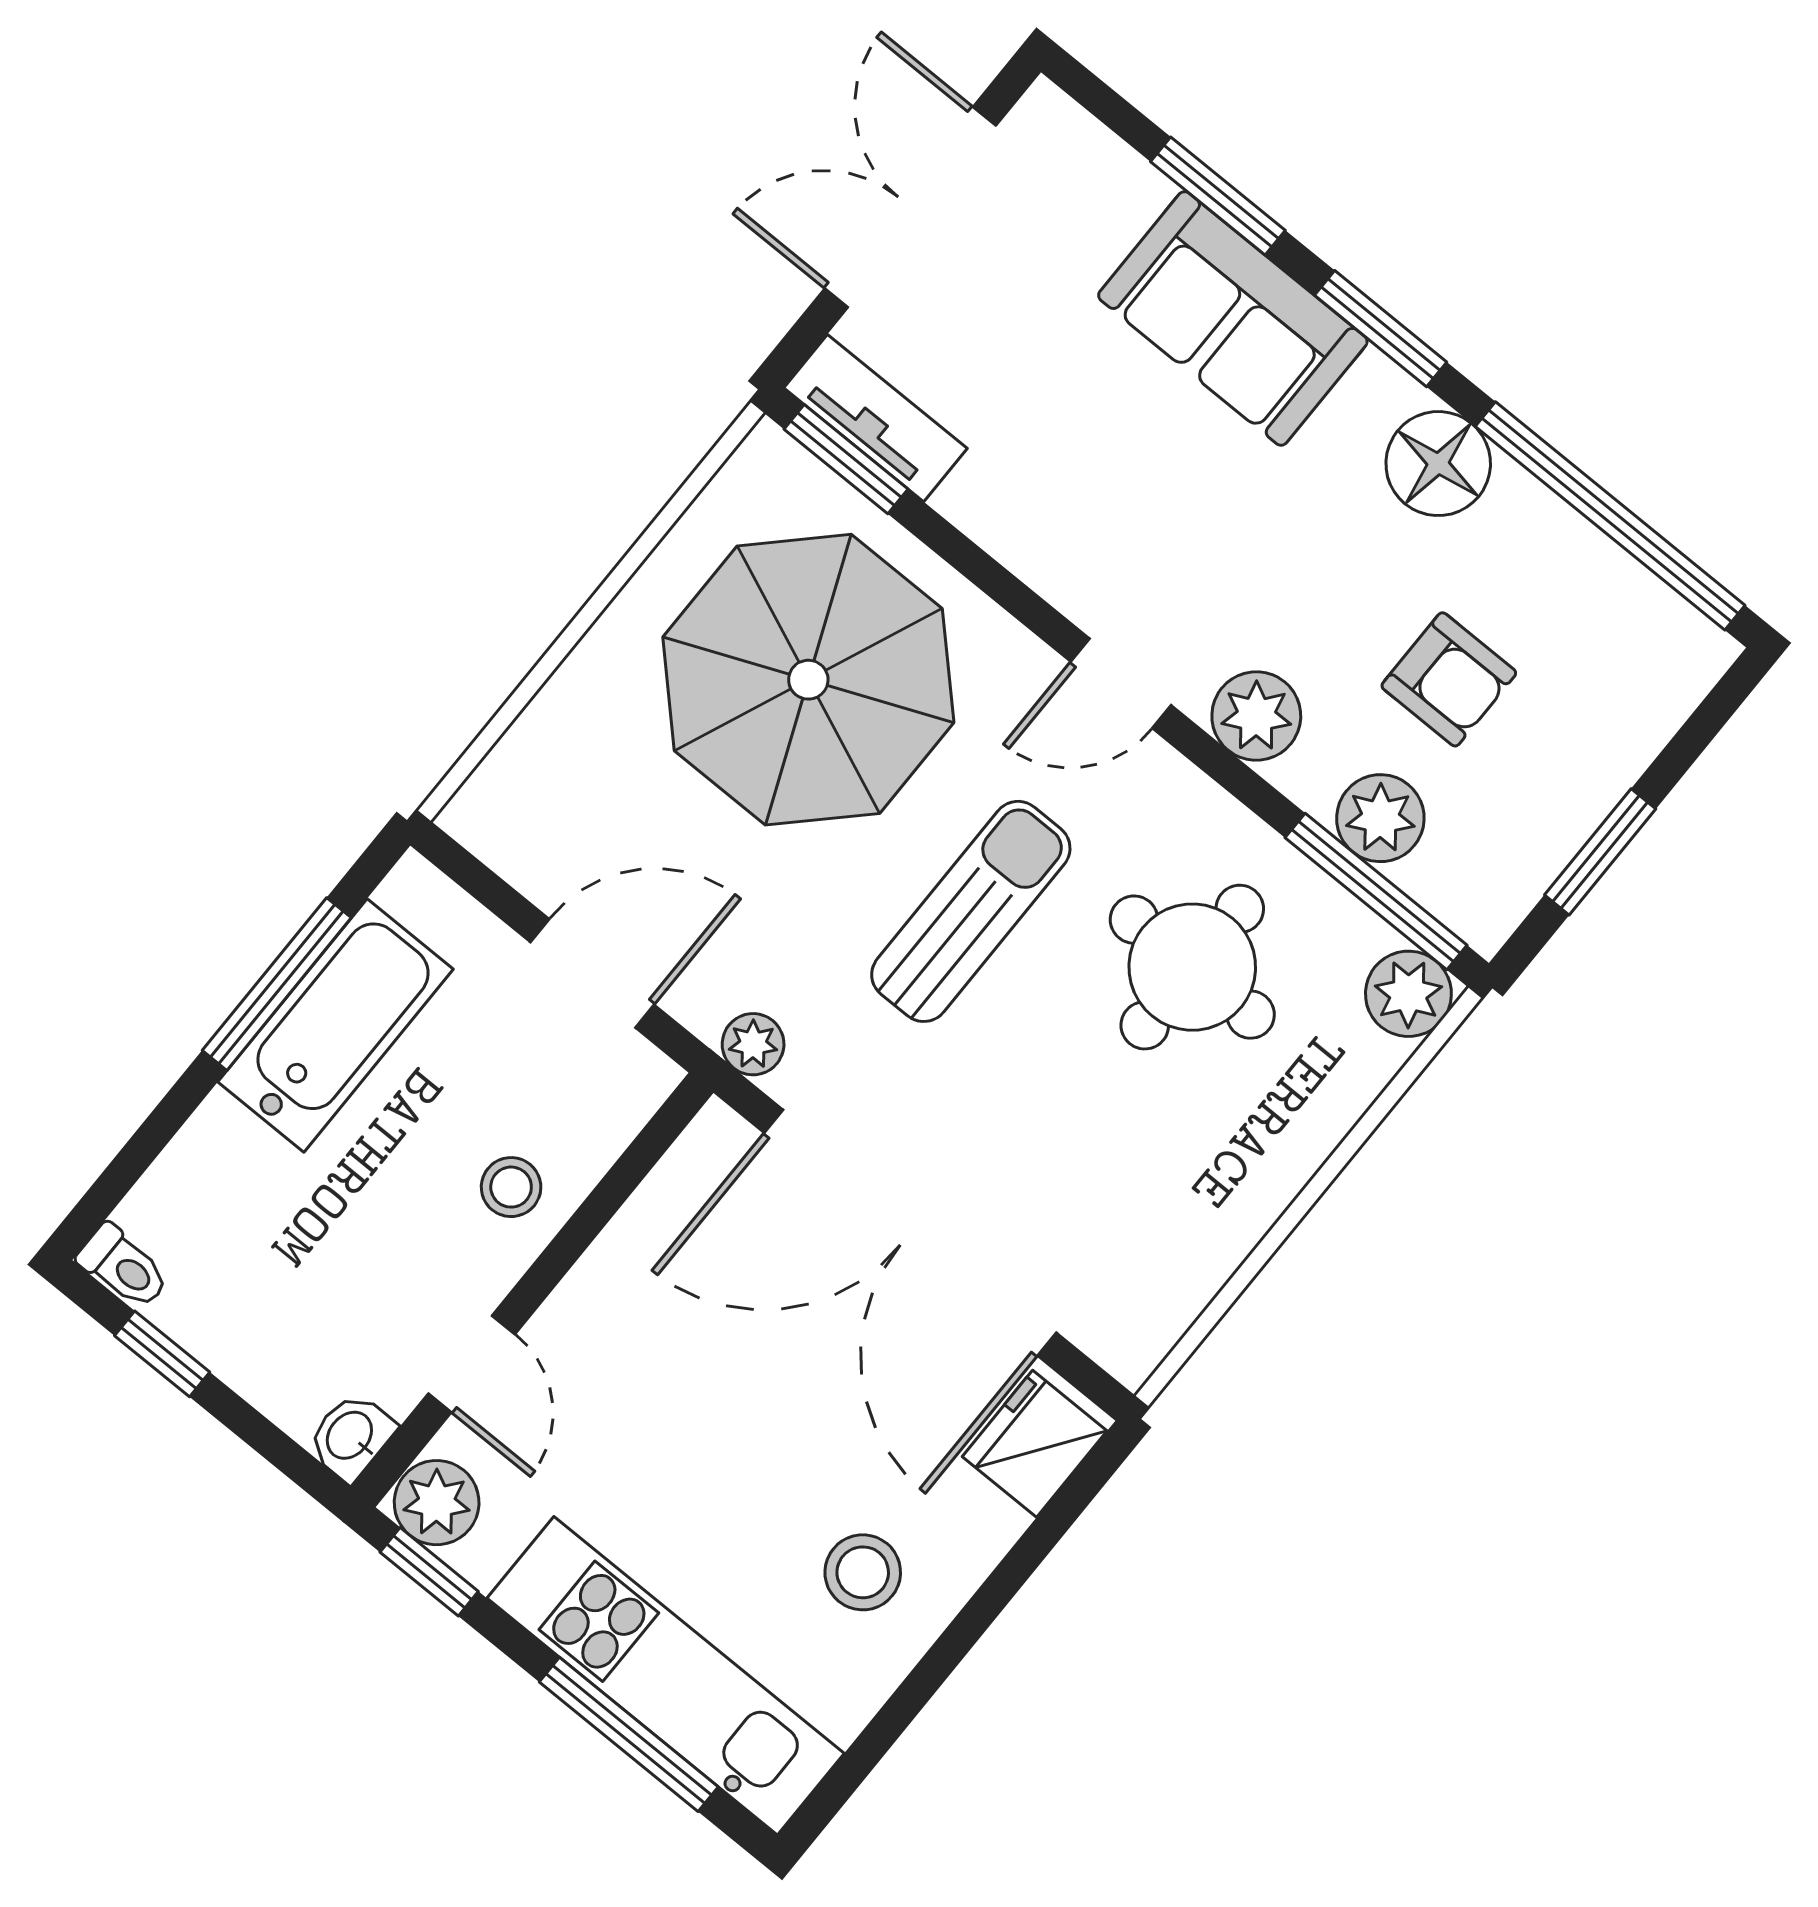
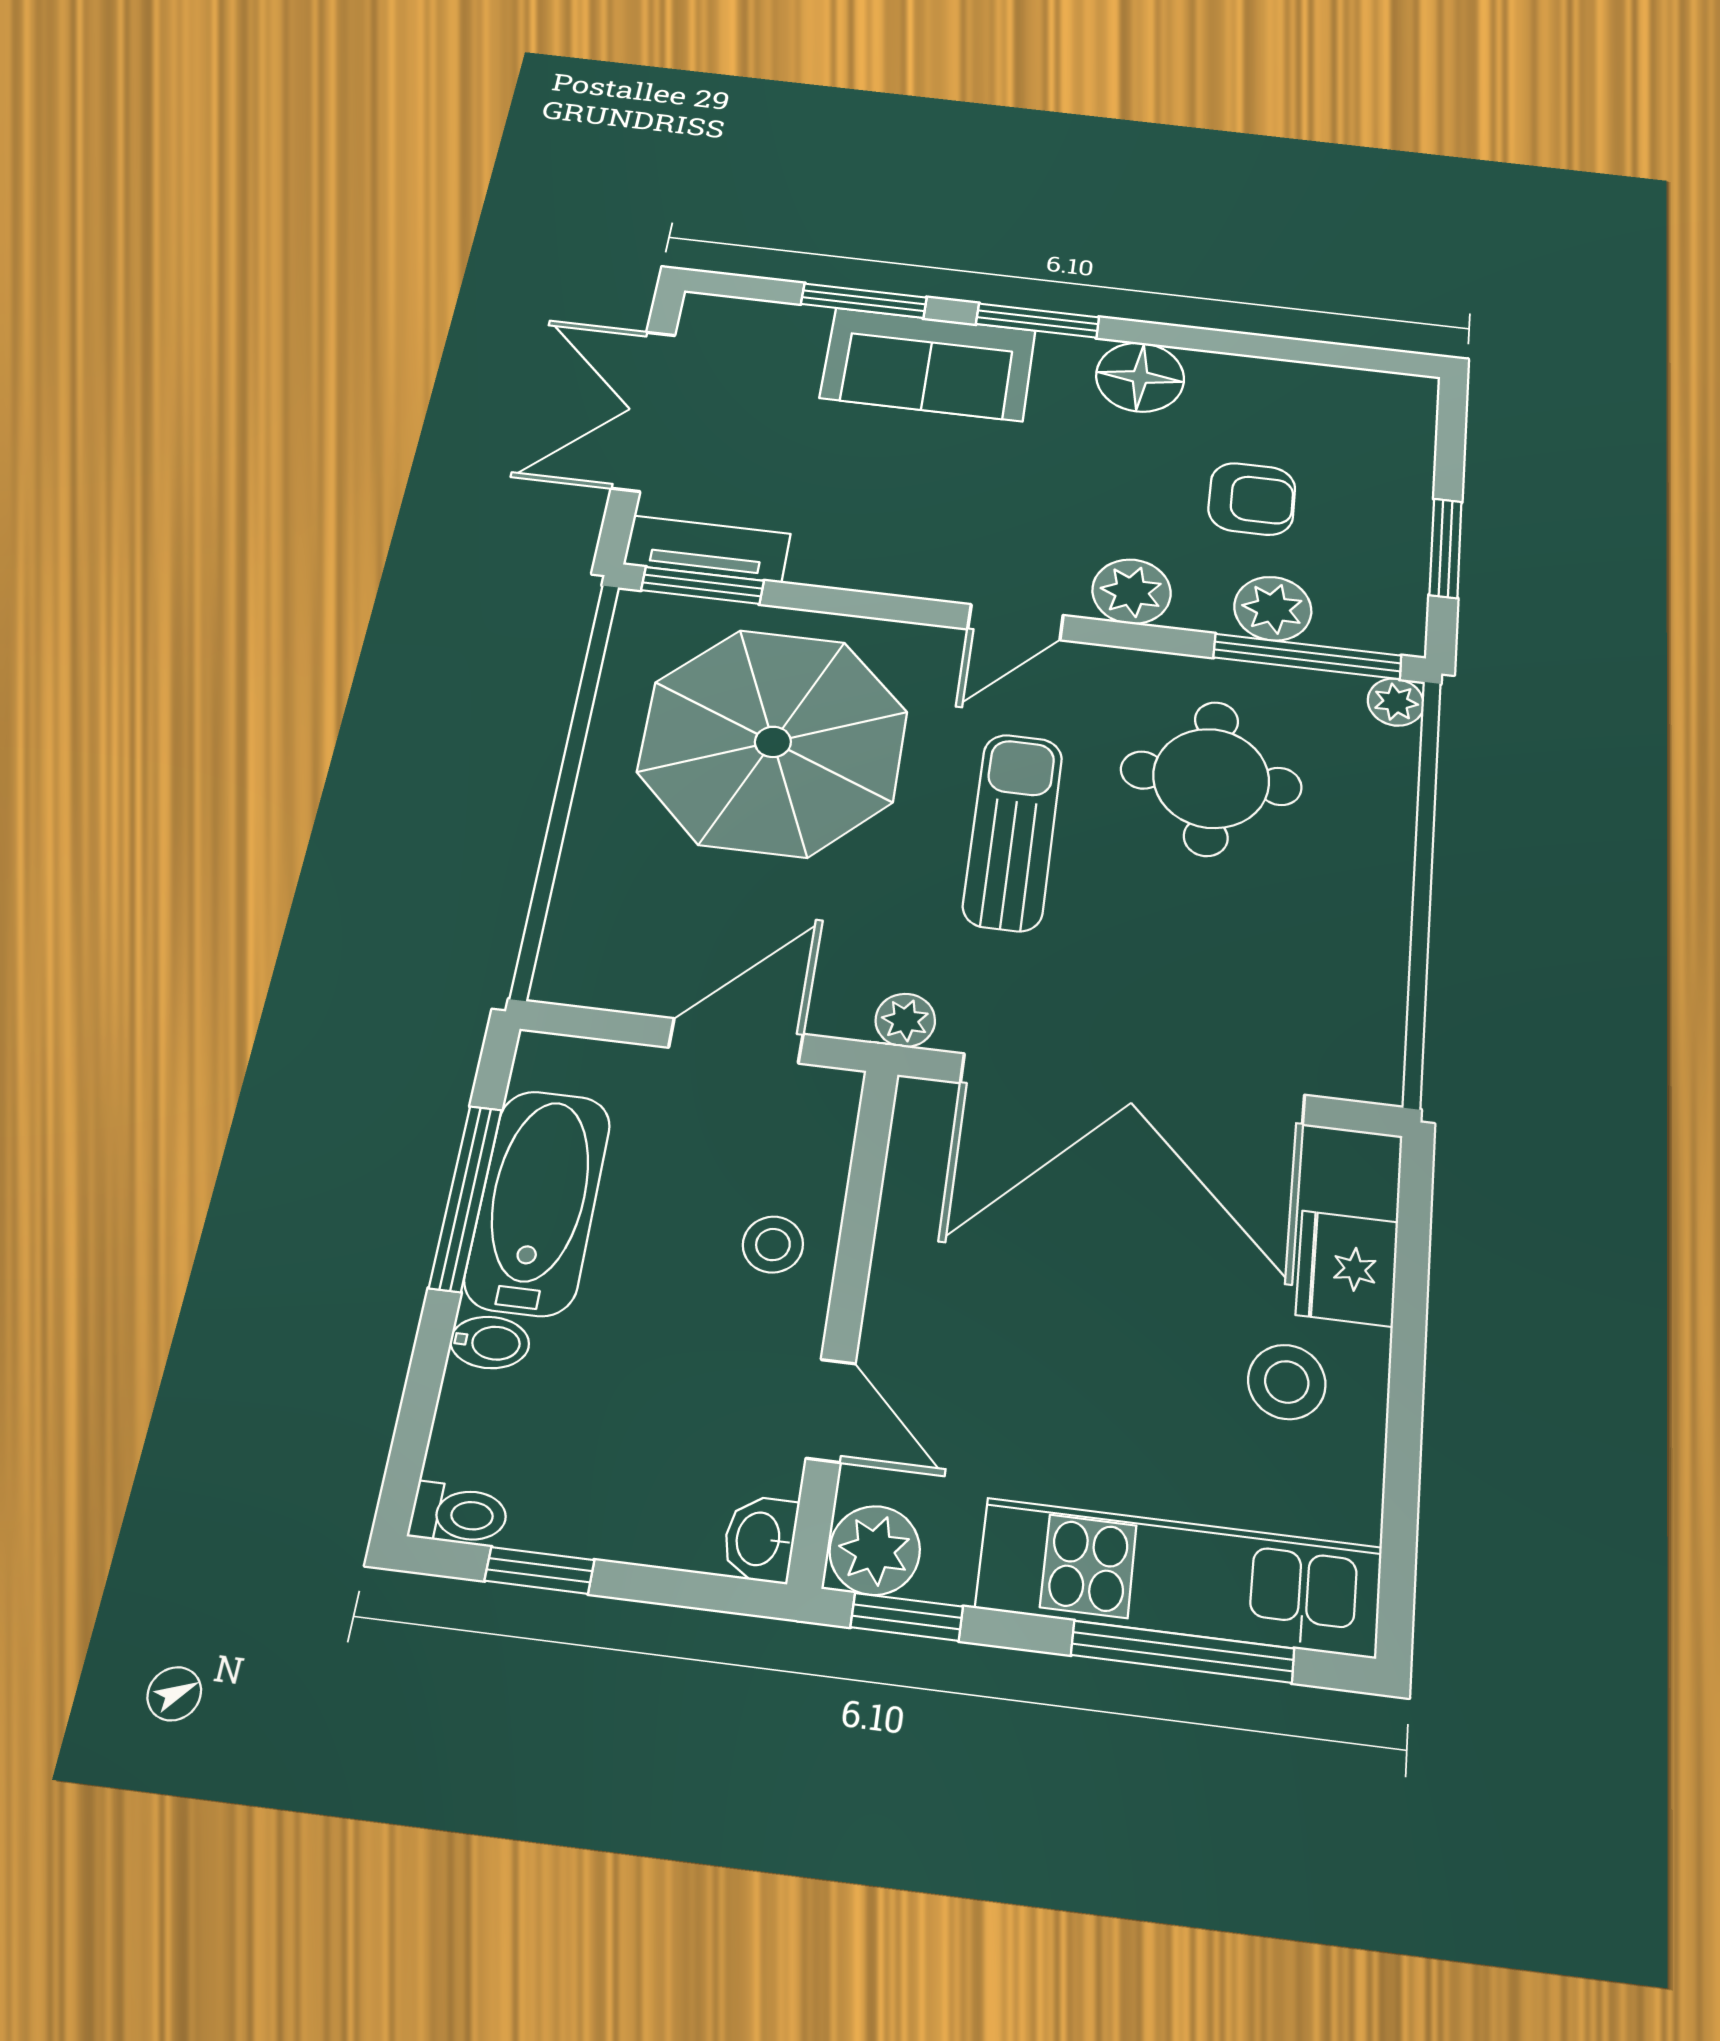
window: (1610, 516) -> (1284, 349), removed
plant: (1408, 994) -> (1396, 702), width x0.73, depth x0.73
bidet: (227, 1131) -> (490, 1342), added
fridge: (1035, 1444) -> (1347, 1268), moved

